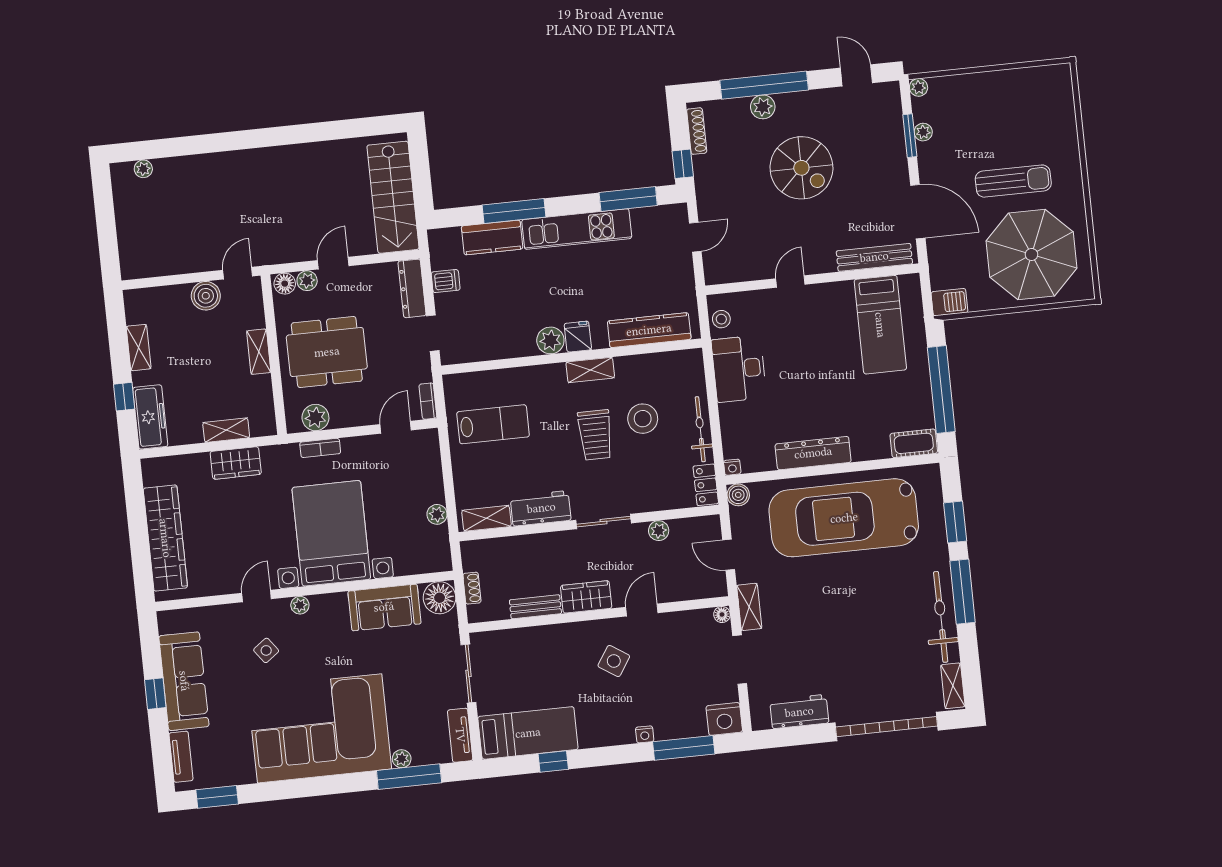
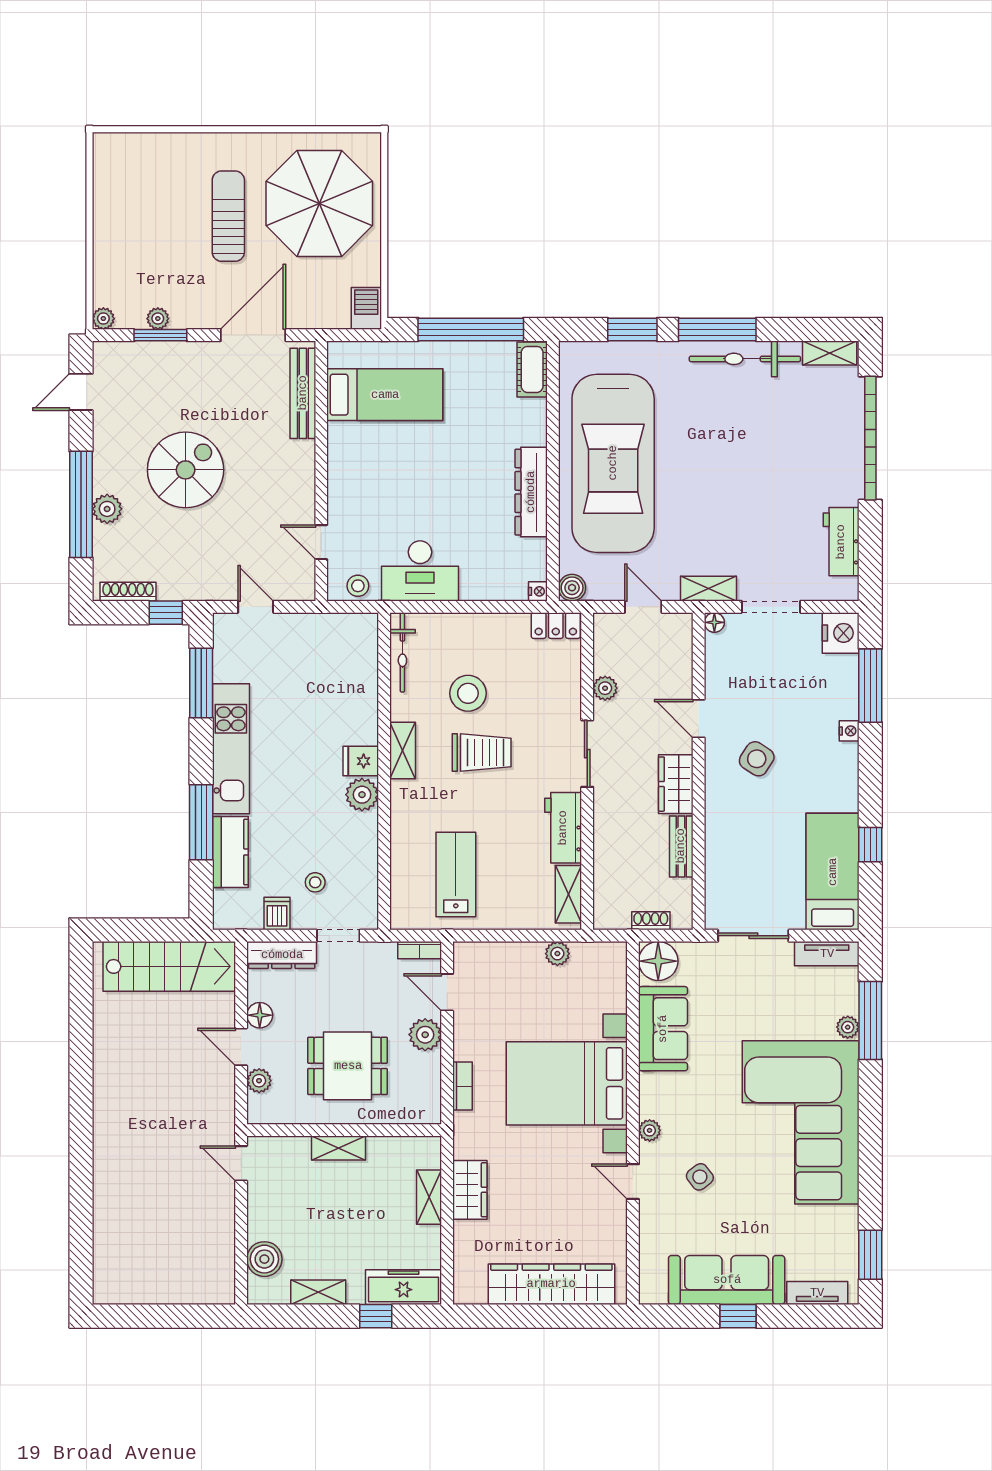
plant: (143, 169) -> (103, 1264), removed
door: (790, 281) -> (321, 542), moved
floor lamp: (285, 284) -> (260, 1015), moved
boiler: (206, 296) -> (264, 1259), moved
stool: (474, 310) -> (315, 882), added
kitchen counter: (649, 330) -> (362, 674), removed
dining table: (327, 352) -> (348, 1066), width x0.73
plant: (315, 418) -> (425, 1035), moved
bicycle: (700, 429) -> (402, 652), moved, turned -90
door: (729, 555) -> (643, 607), swing flipped

